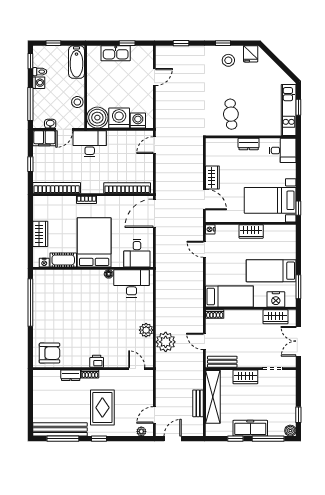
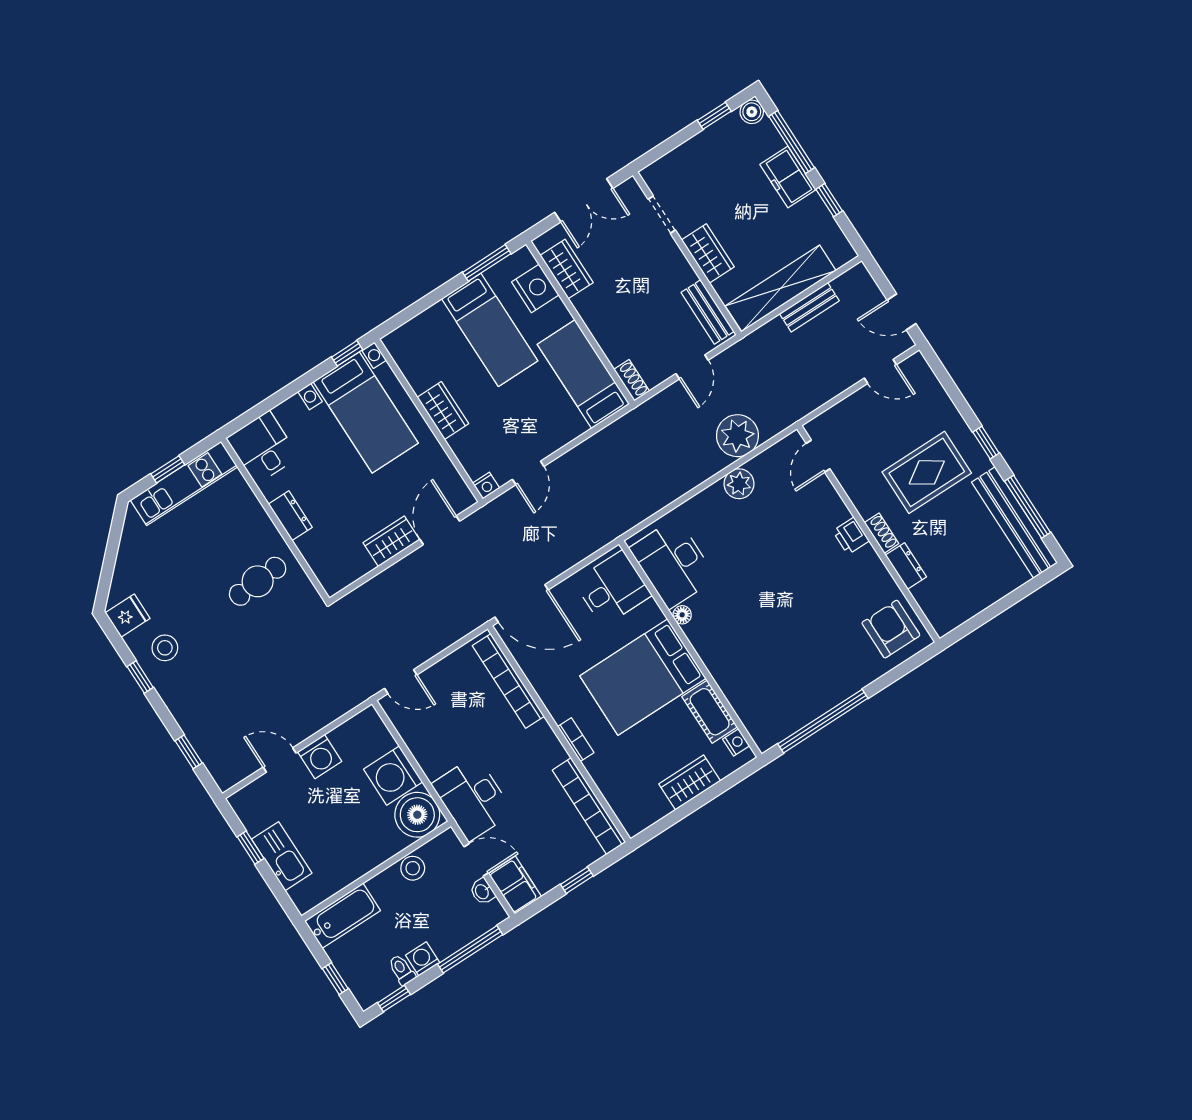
washing machine: (138, 121) -> (320, 756), moved, turned -90
freezer: (250, 428) -> (788, 177), width x0.71
plant: (141, 431) -> (925, 376), removed

